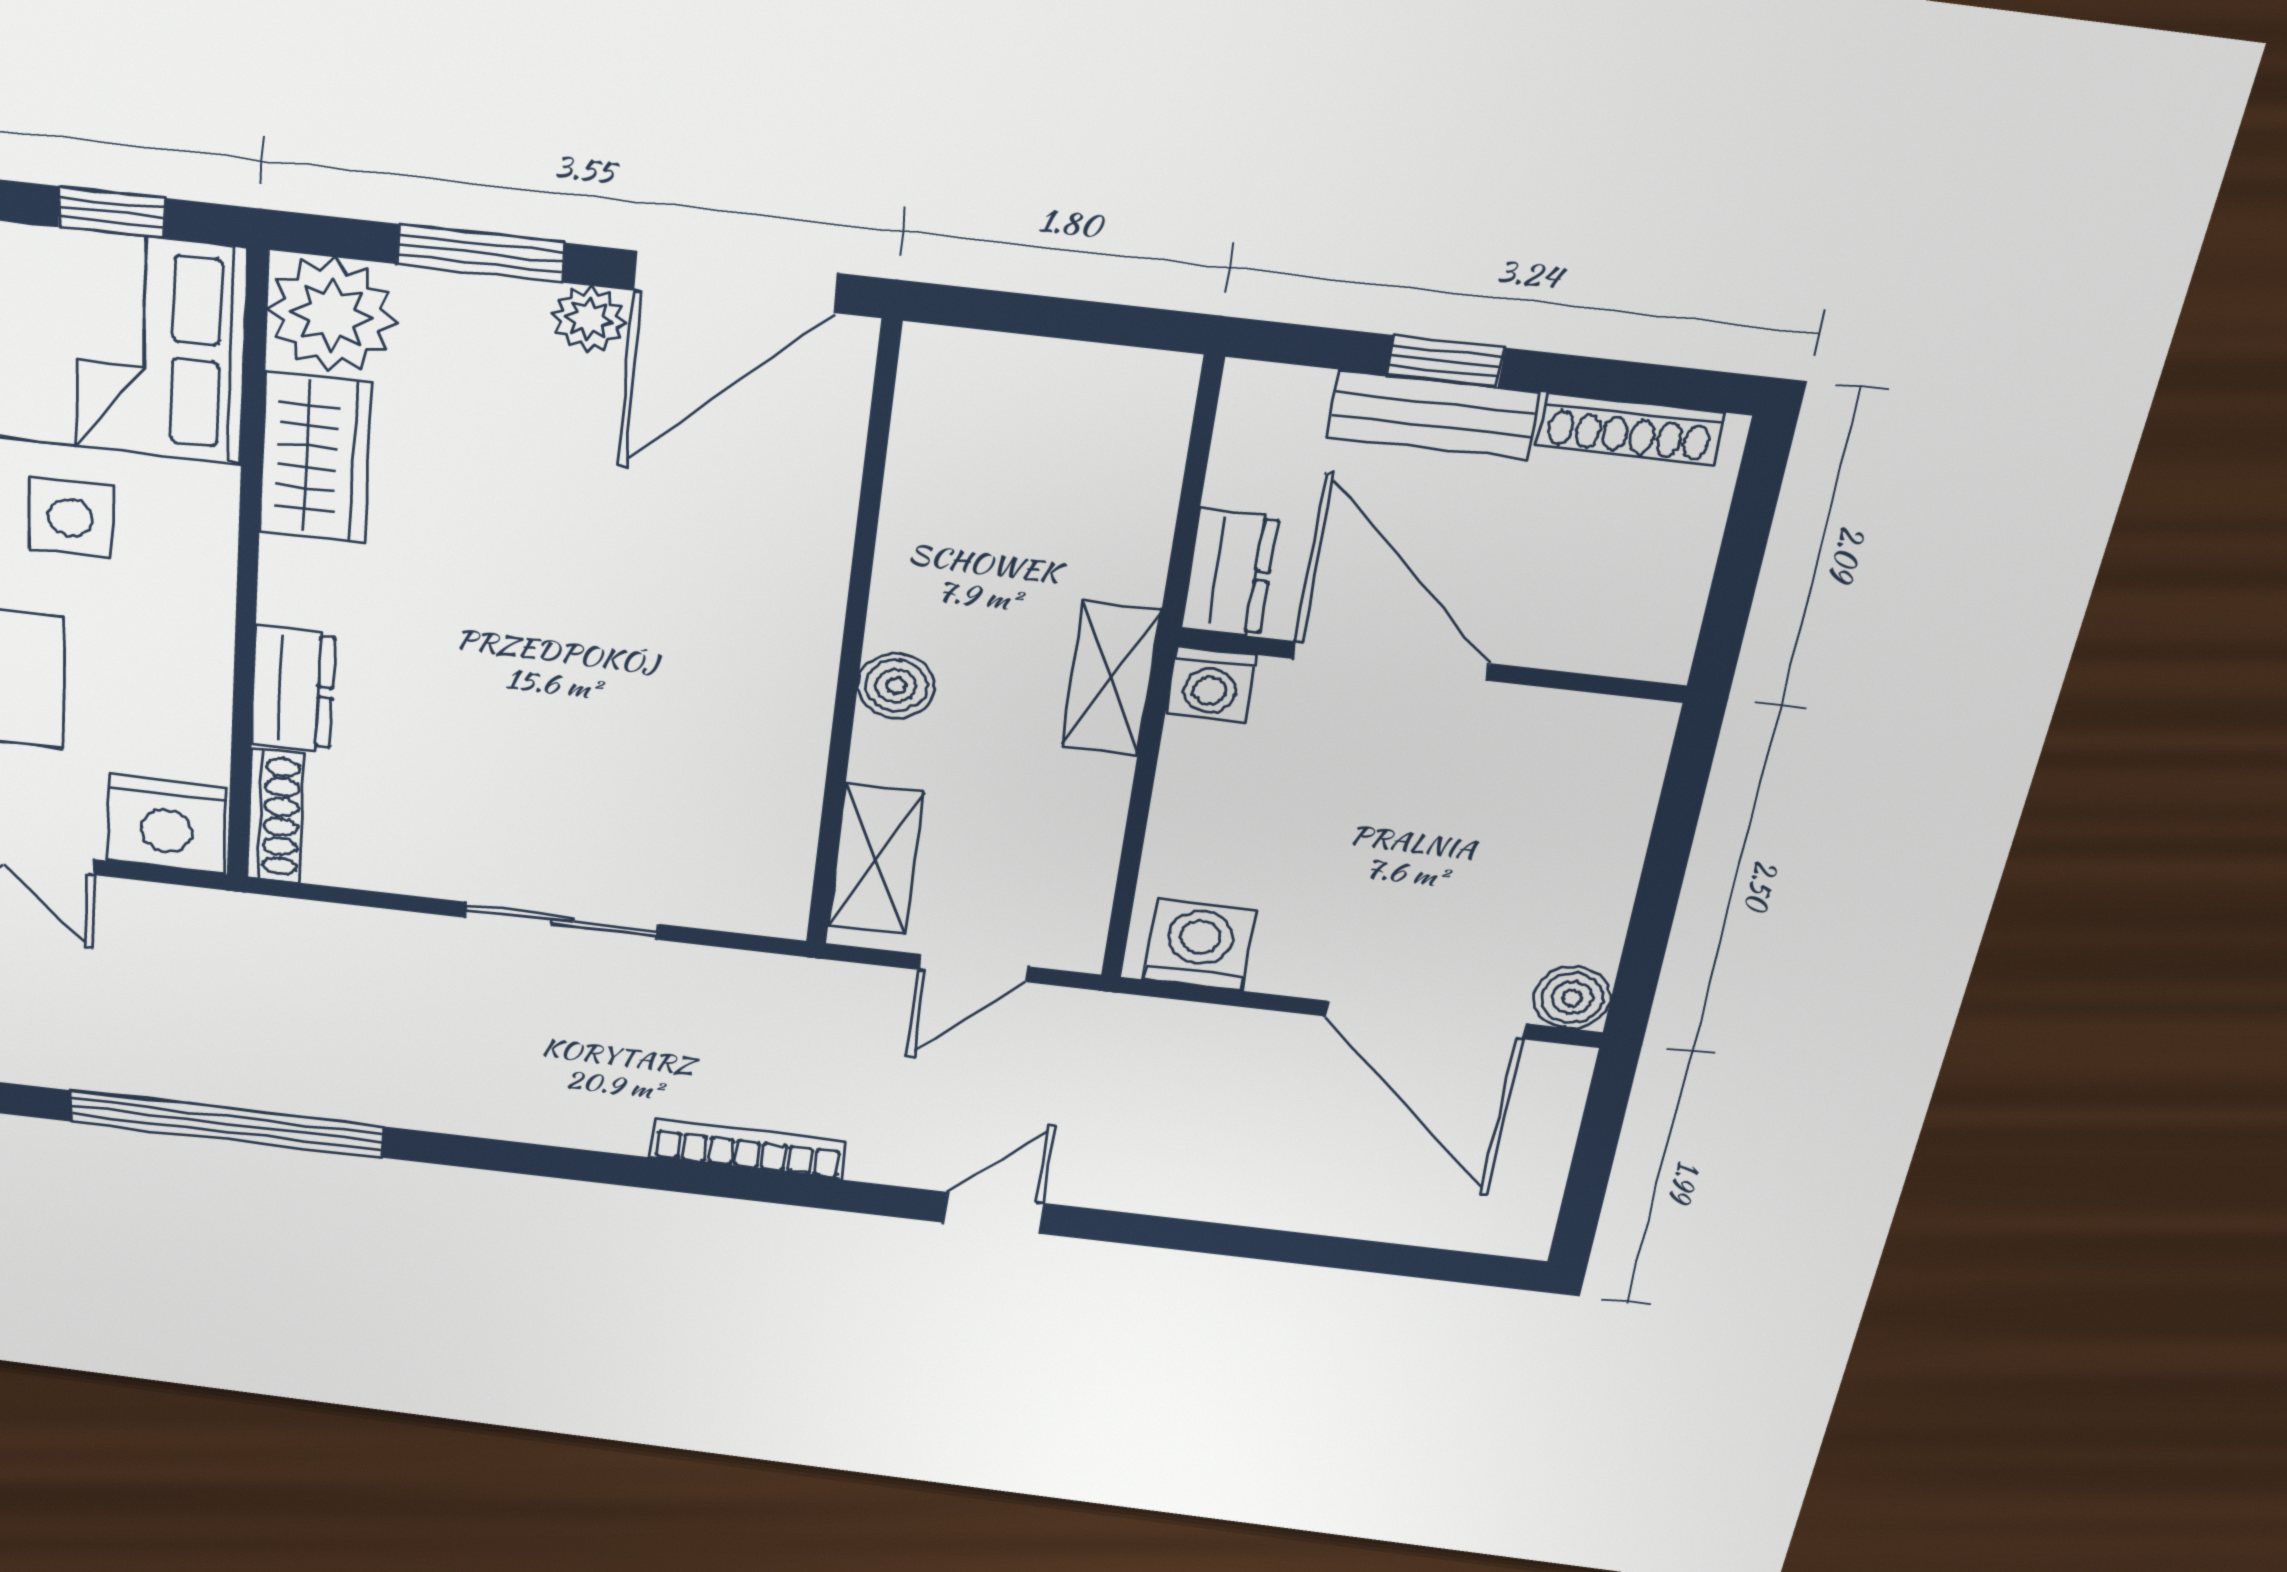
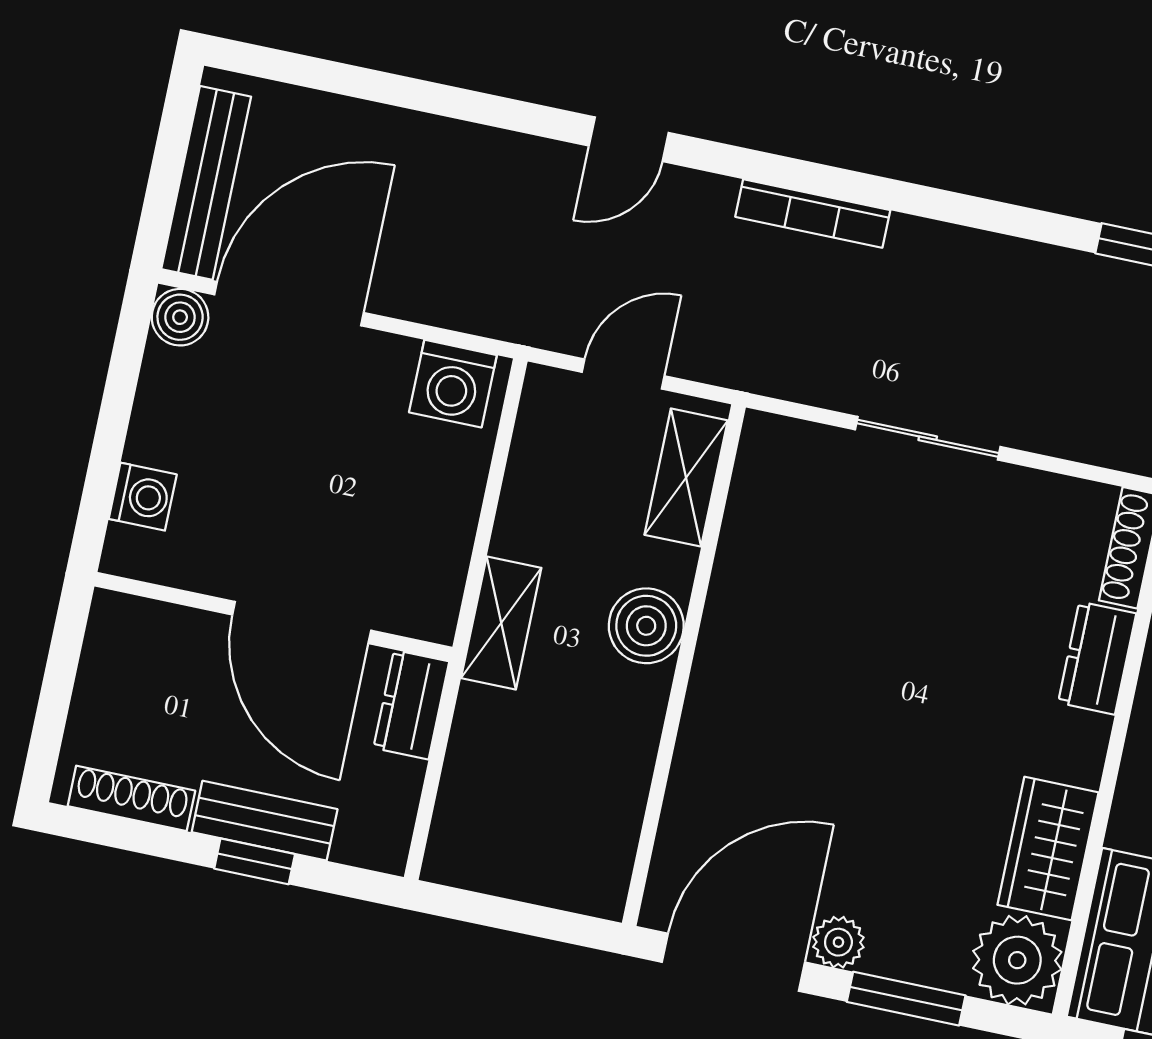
washing machine: (1211, 684) -> (143, 497), moved, turned 90
boiler: (896, 686) -> (646, 626), width x1.36, depth x1.36
door: (1425, 1020) -> (289, 304), hinge flipped
bench: (1541, 1142) -> (206, 183), added

